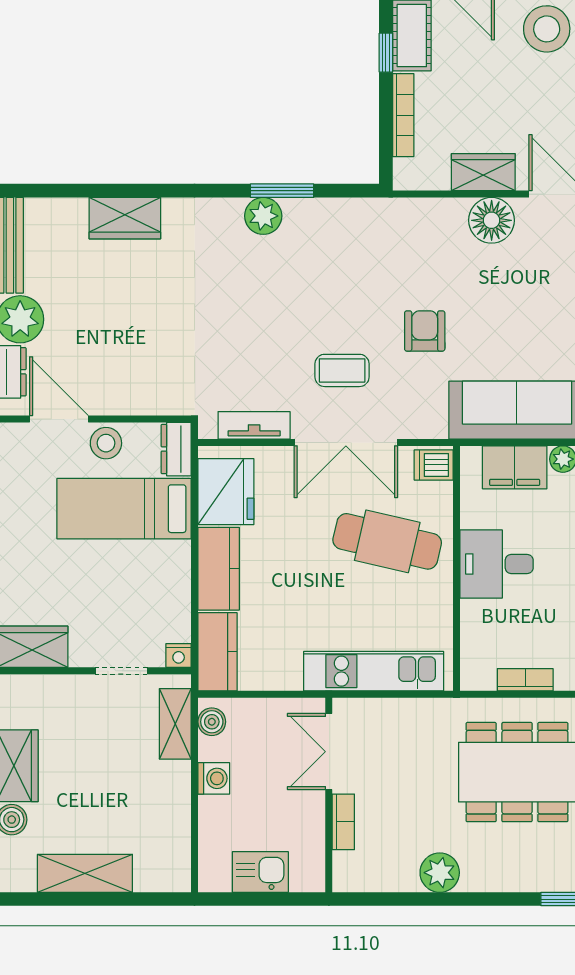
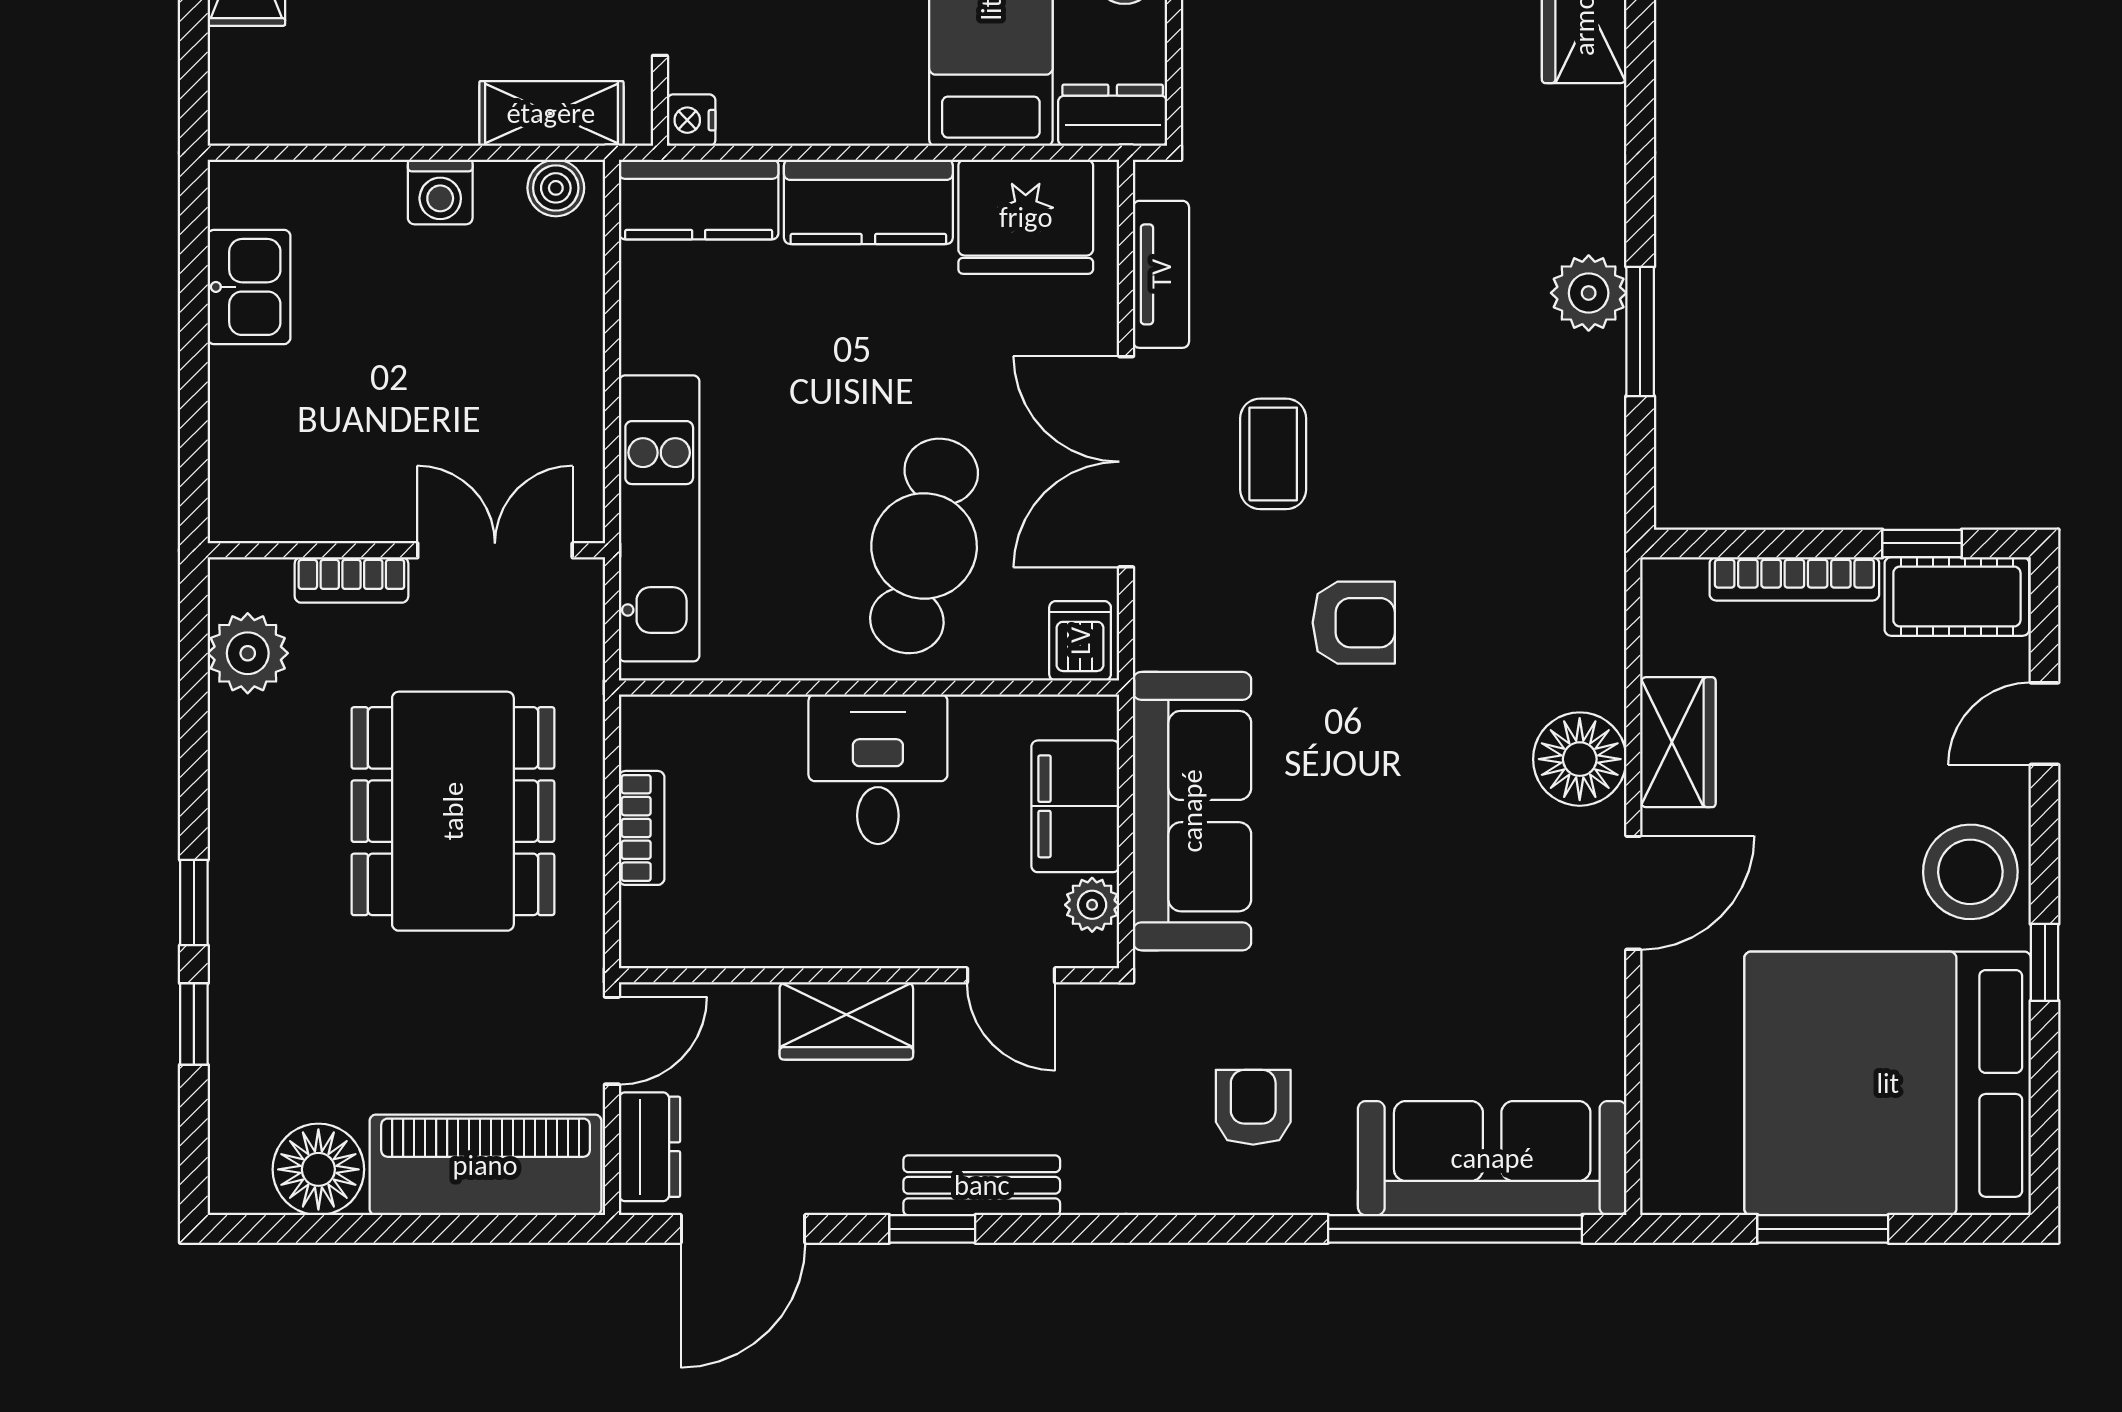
double door: (329, 752) -> (495, 550), moved
wall: (329, 795) -> (406, 550), moved
bookcase: (343, 822) -> (351, 580), moved

